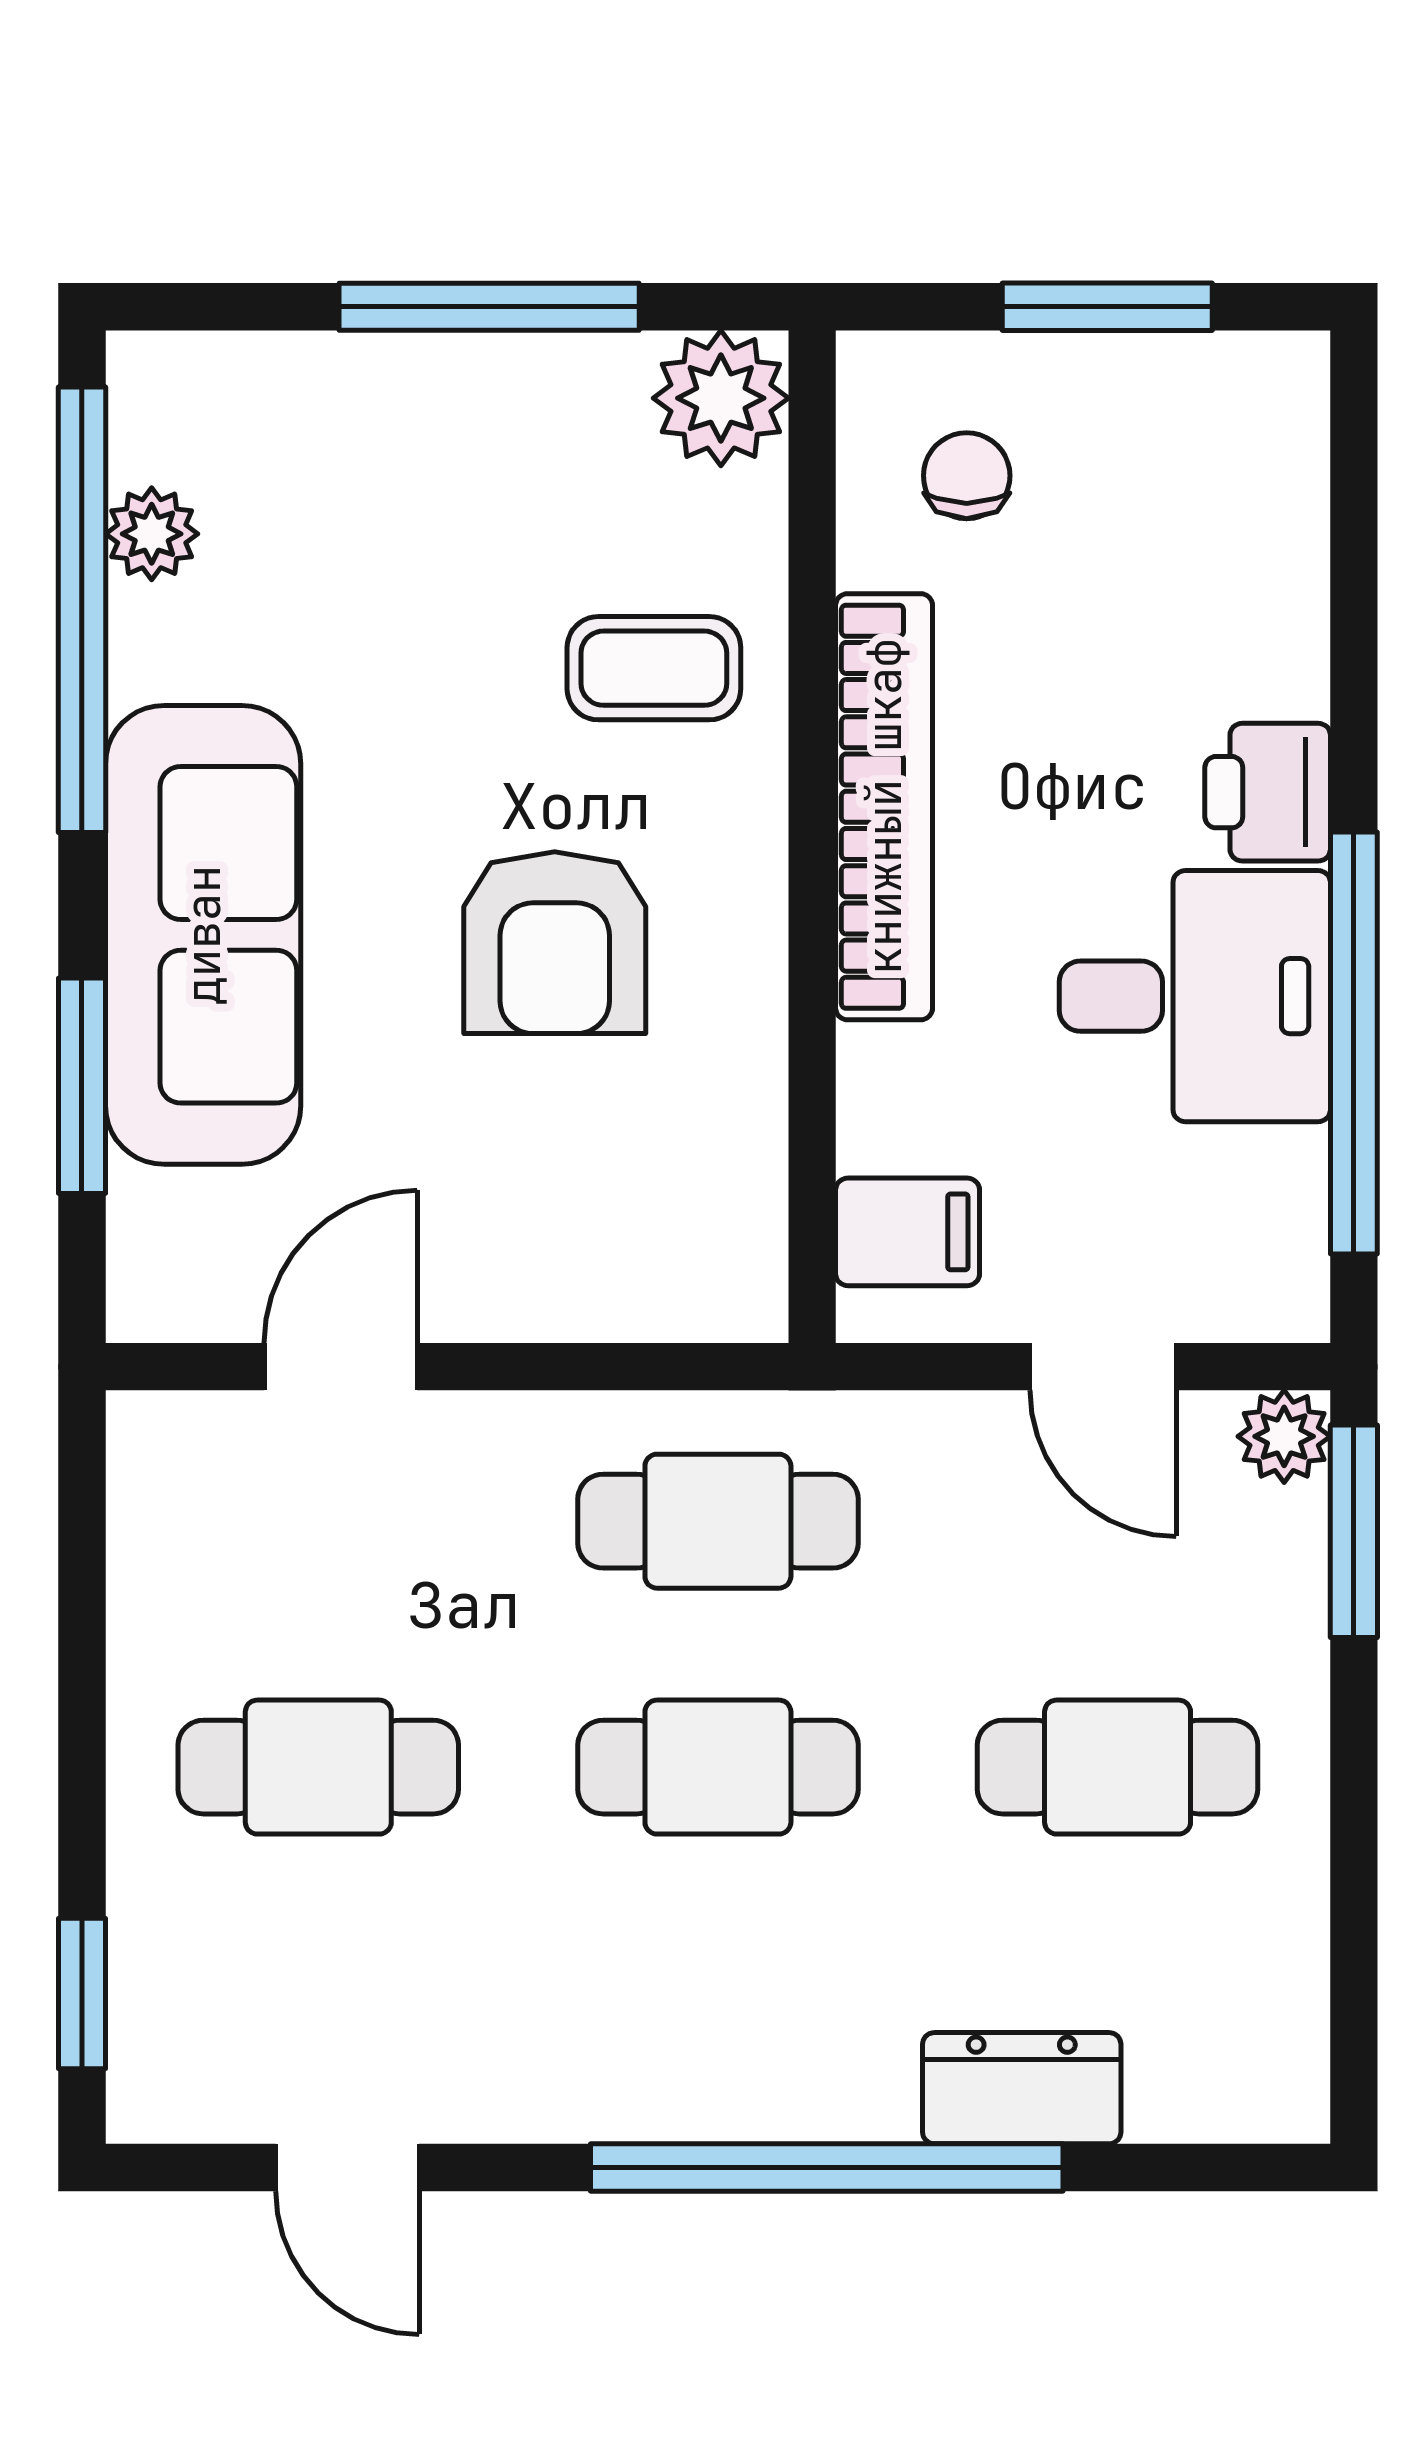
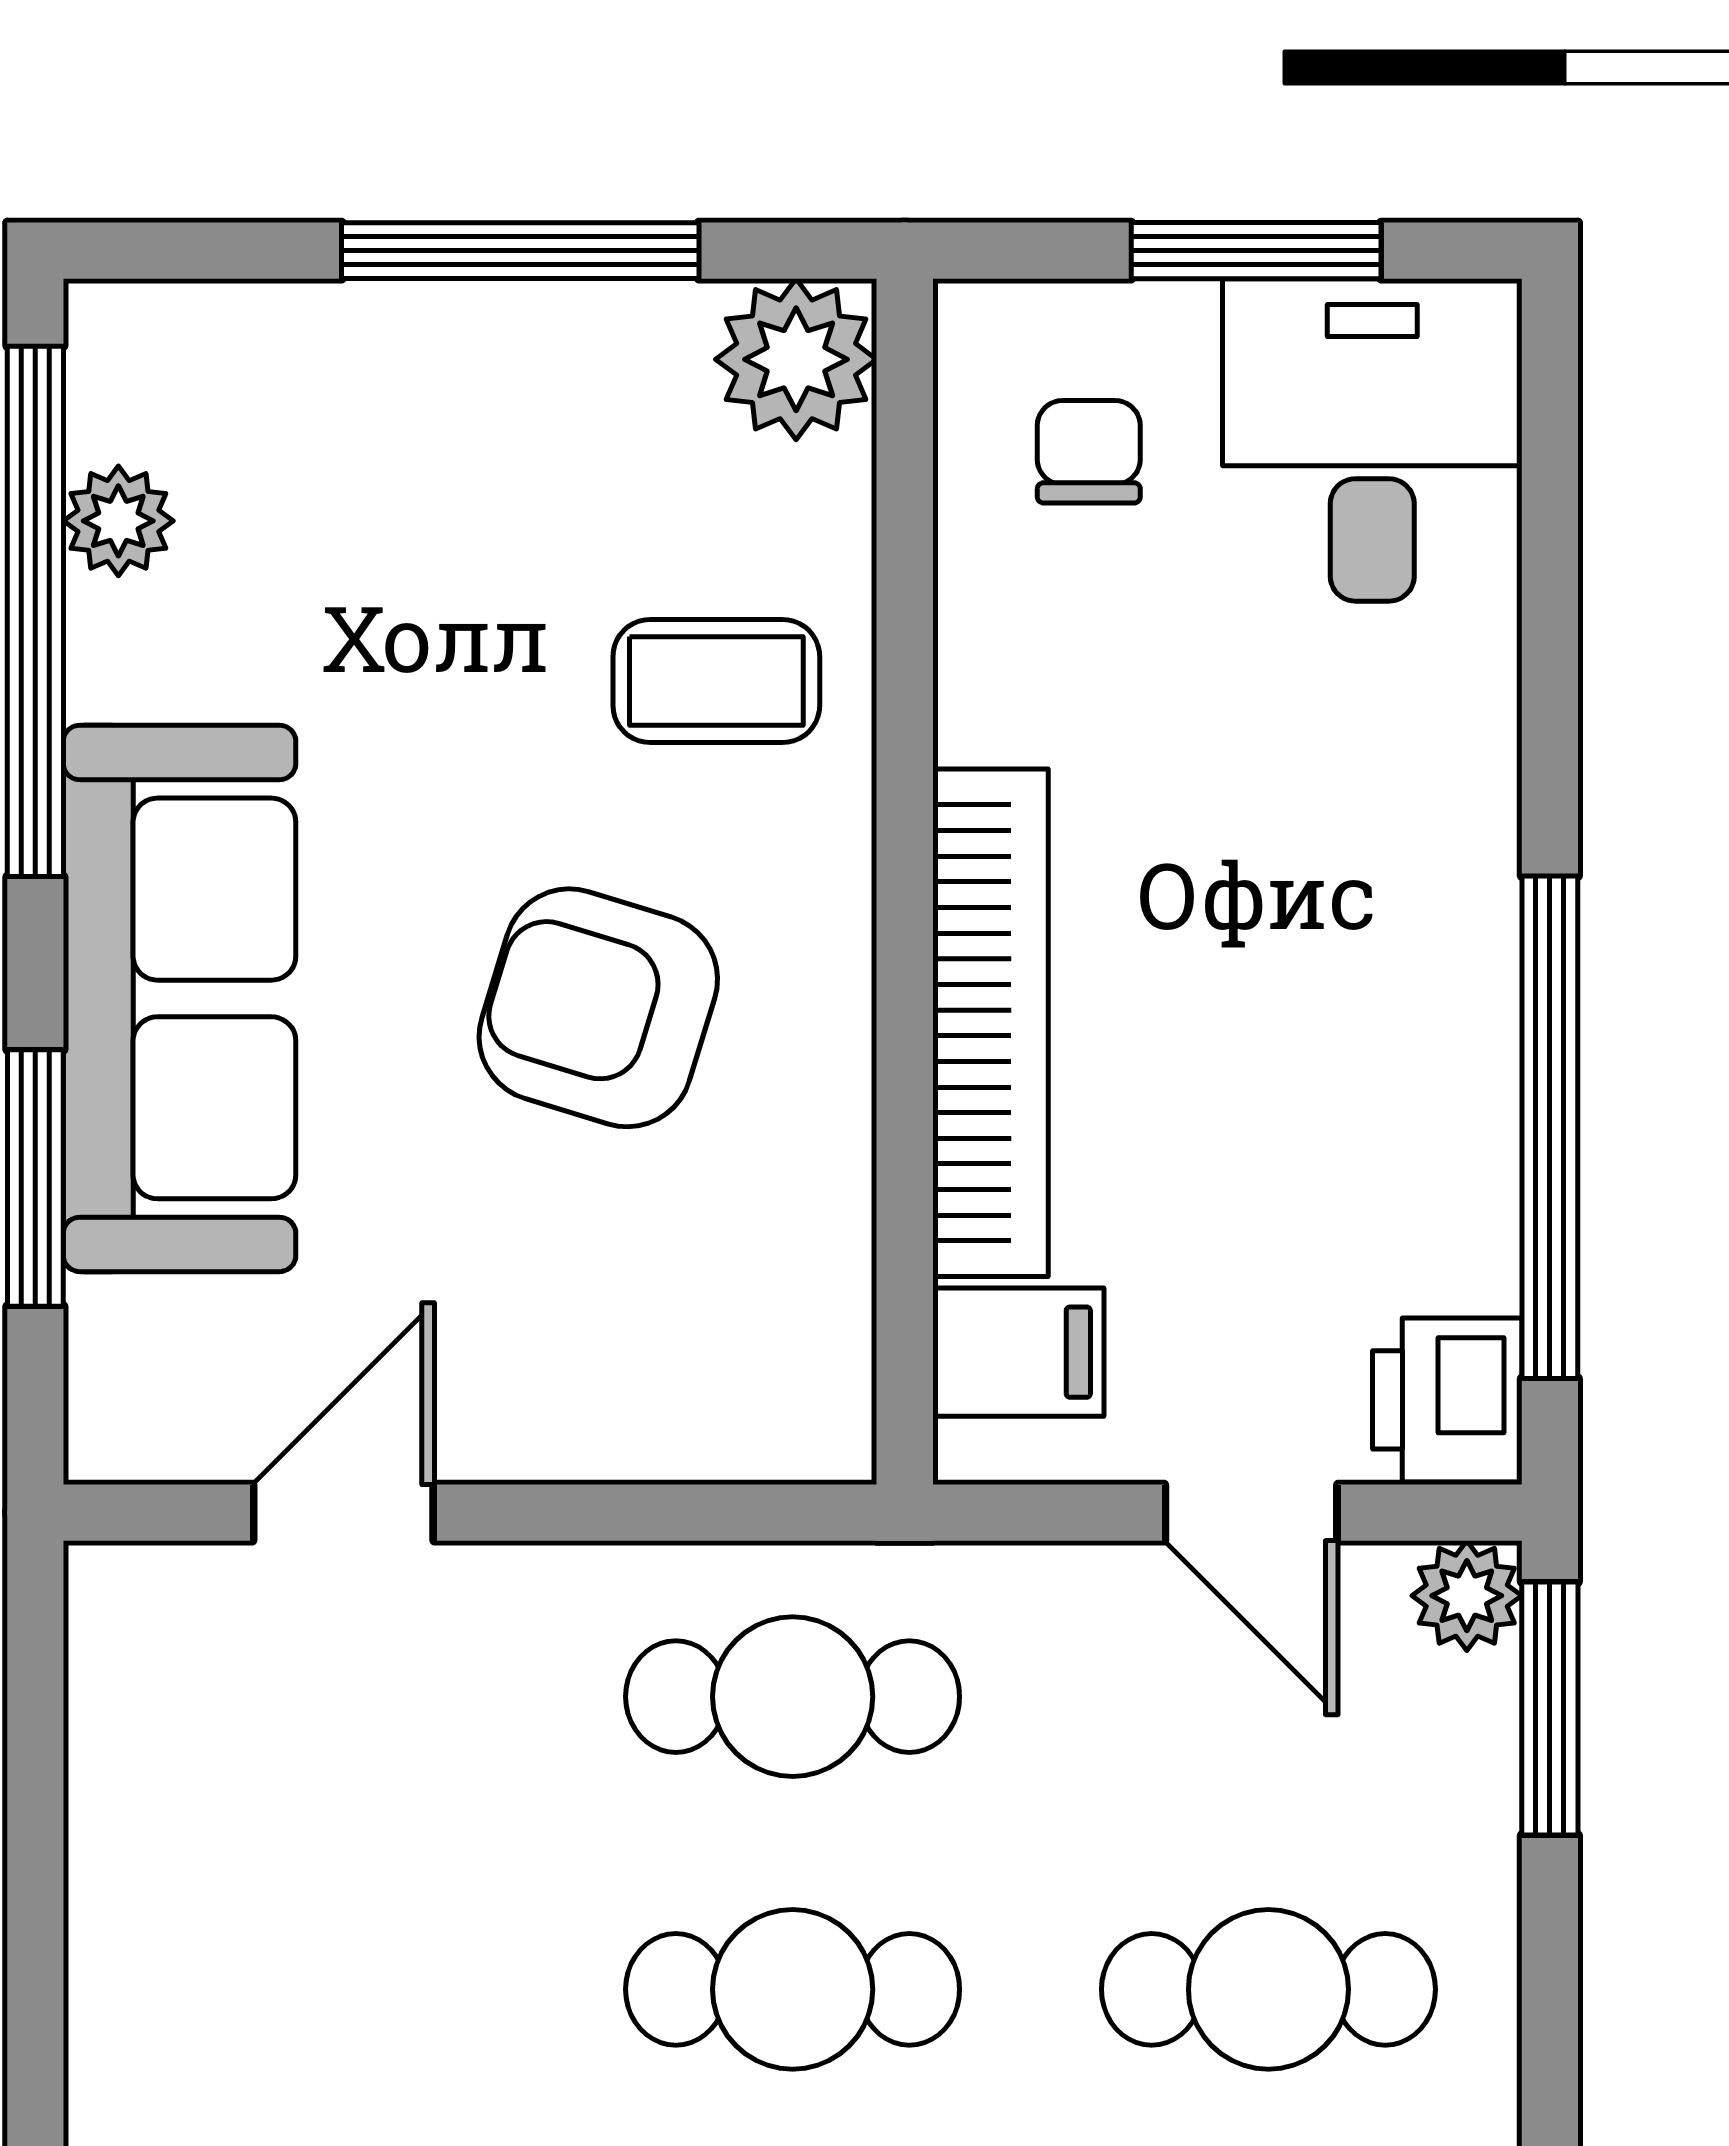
printer: (1268, 792) -> (1447, 1400), moved
bookcase: (884, 807) -> (990, 1023), moved
armchair: (555, 943) -> (598, 1008), turned 107
desk: (1195, 996) -> (1372, 440), moved, turned -90
cafe table: (318, 1767) -> (317, 1989), removed

